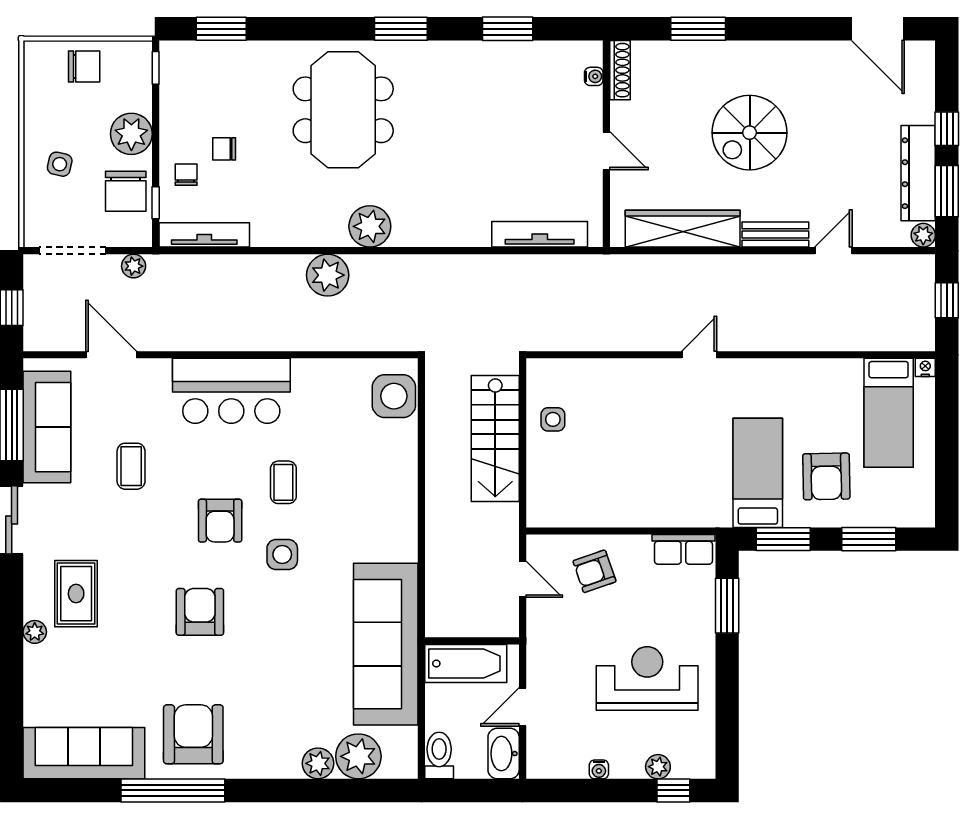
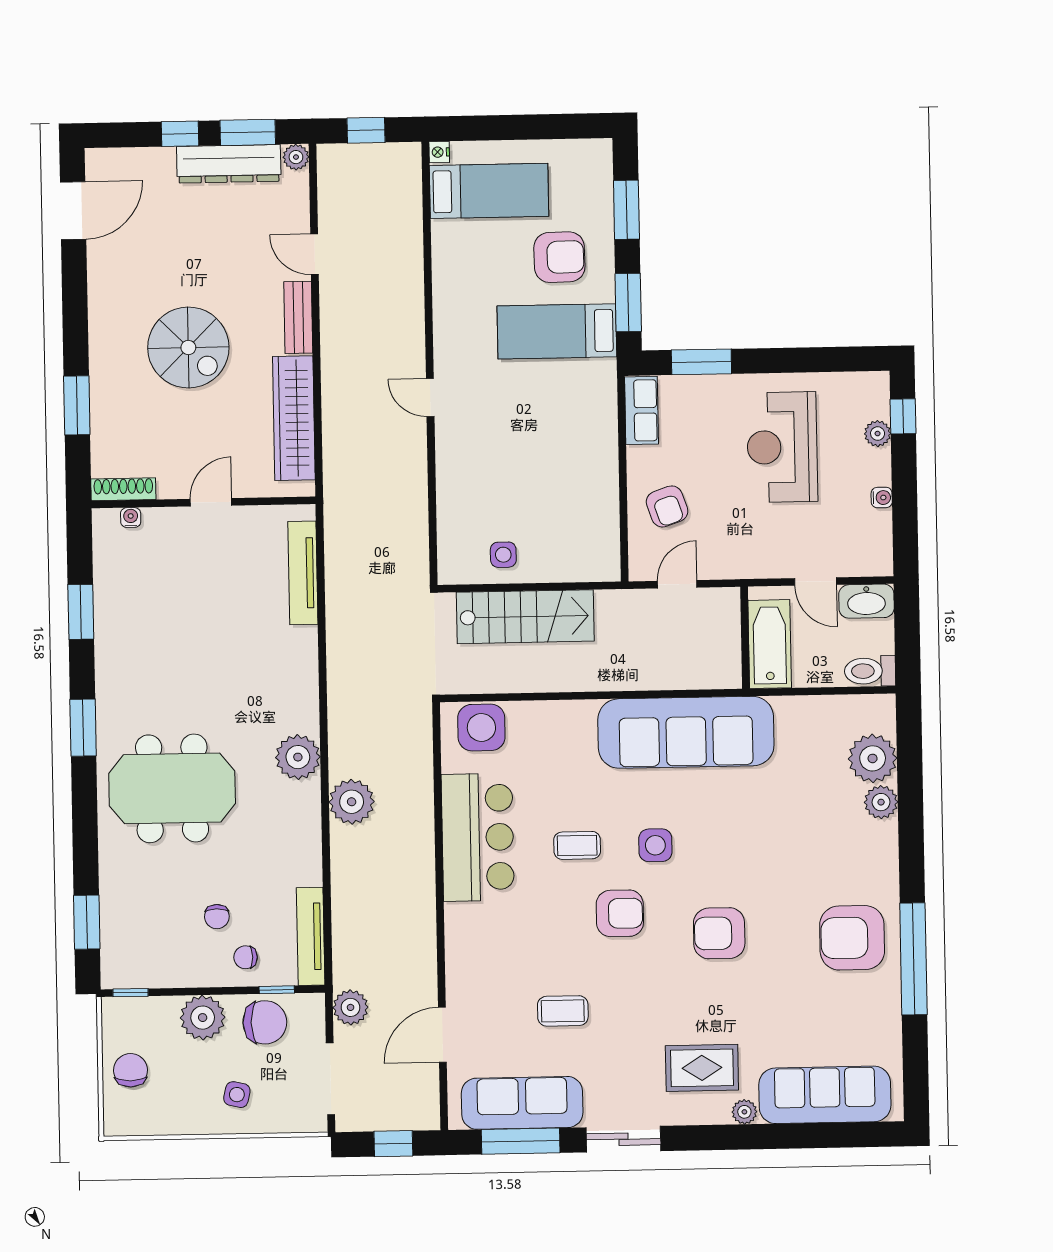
plant: (134, 266) -> (351, 1007), width x1.38, depth x1.38
bar counter: (231, 391) -> (478, 837), moved
sofa: (386, 644) -> (686, 732), moved
sofa: (84, 753) -> (825, 1095), moved, turned 90

